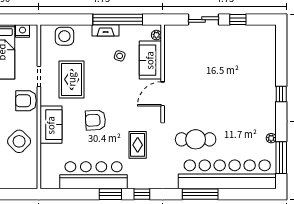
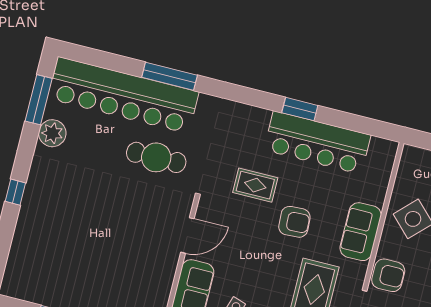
plant: (271, 138) -> (52, 133), width x1.88, depth x1.88
rug: (138, 145) -> (255, 185), moved, turned 90
window: (142, 194) -> (254, 98), removed

